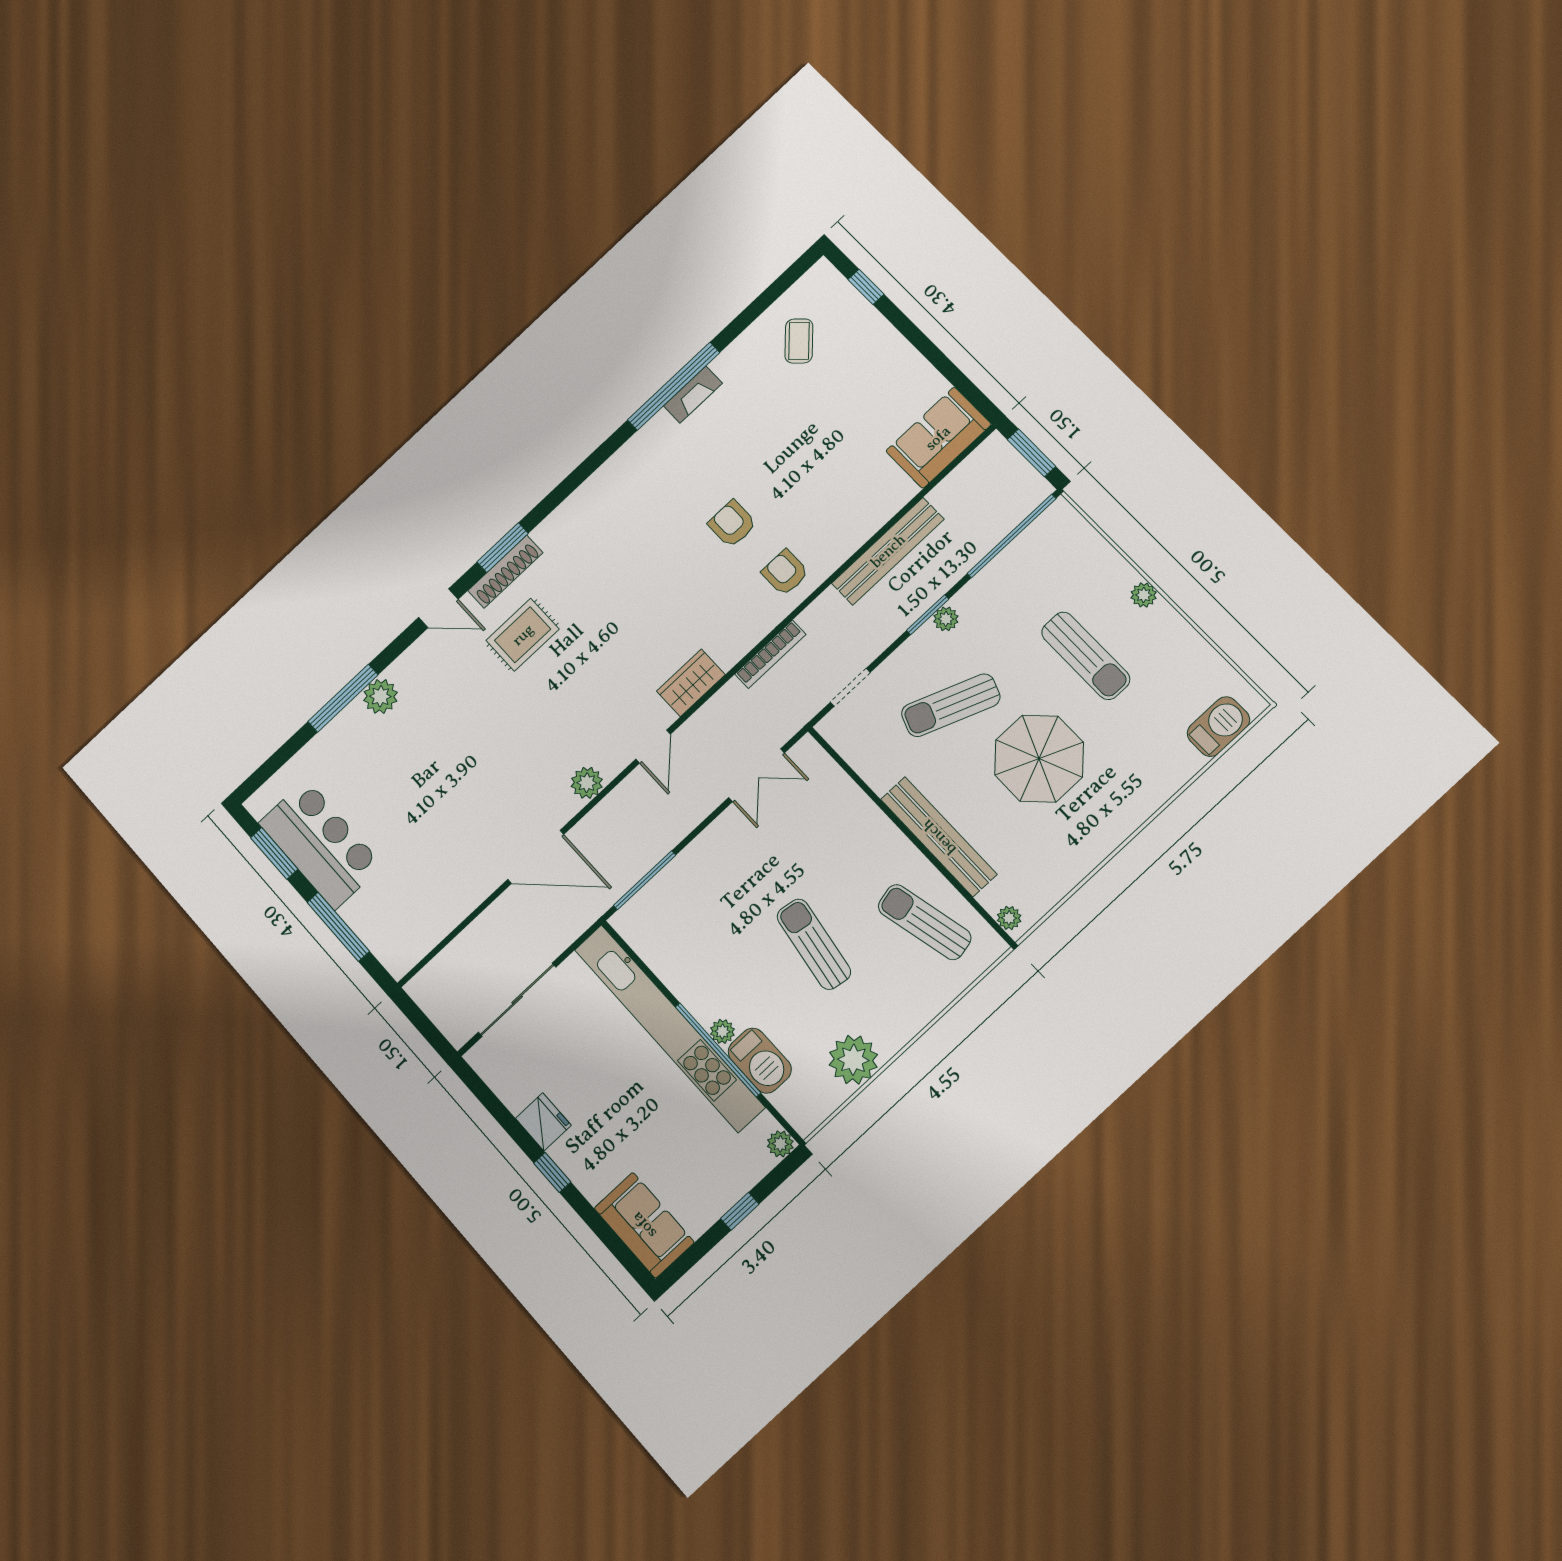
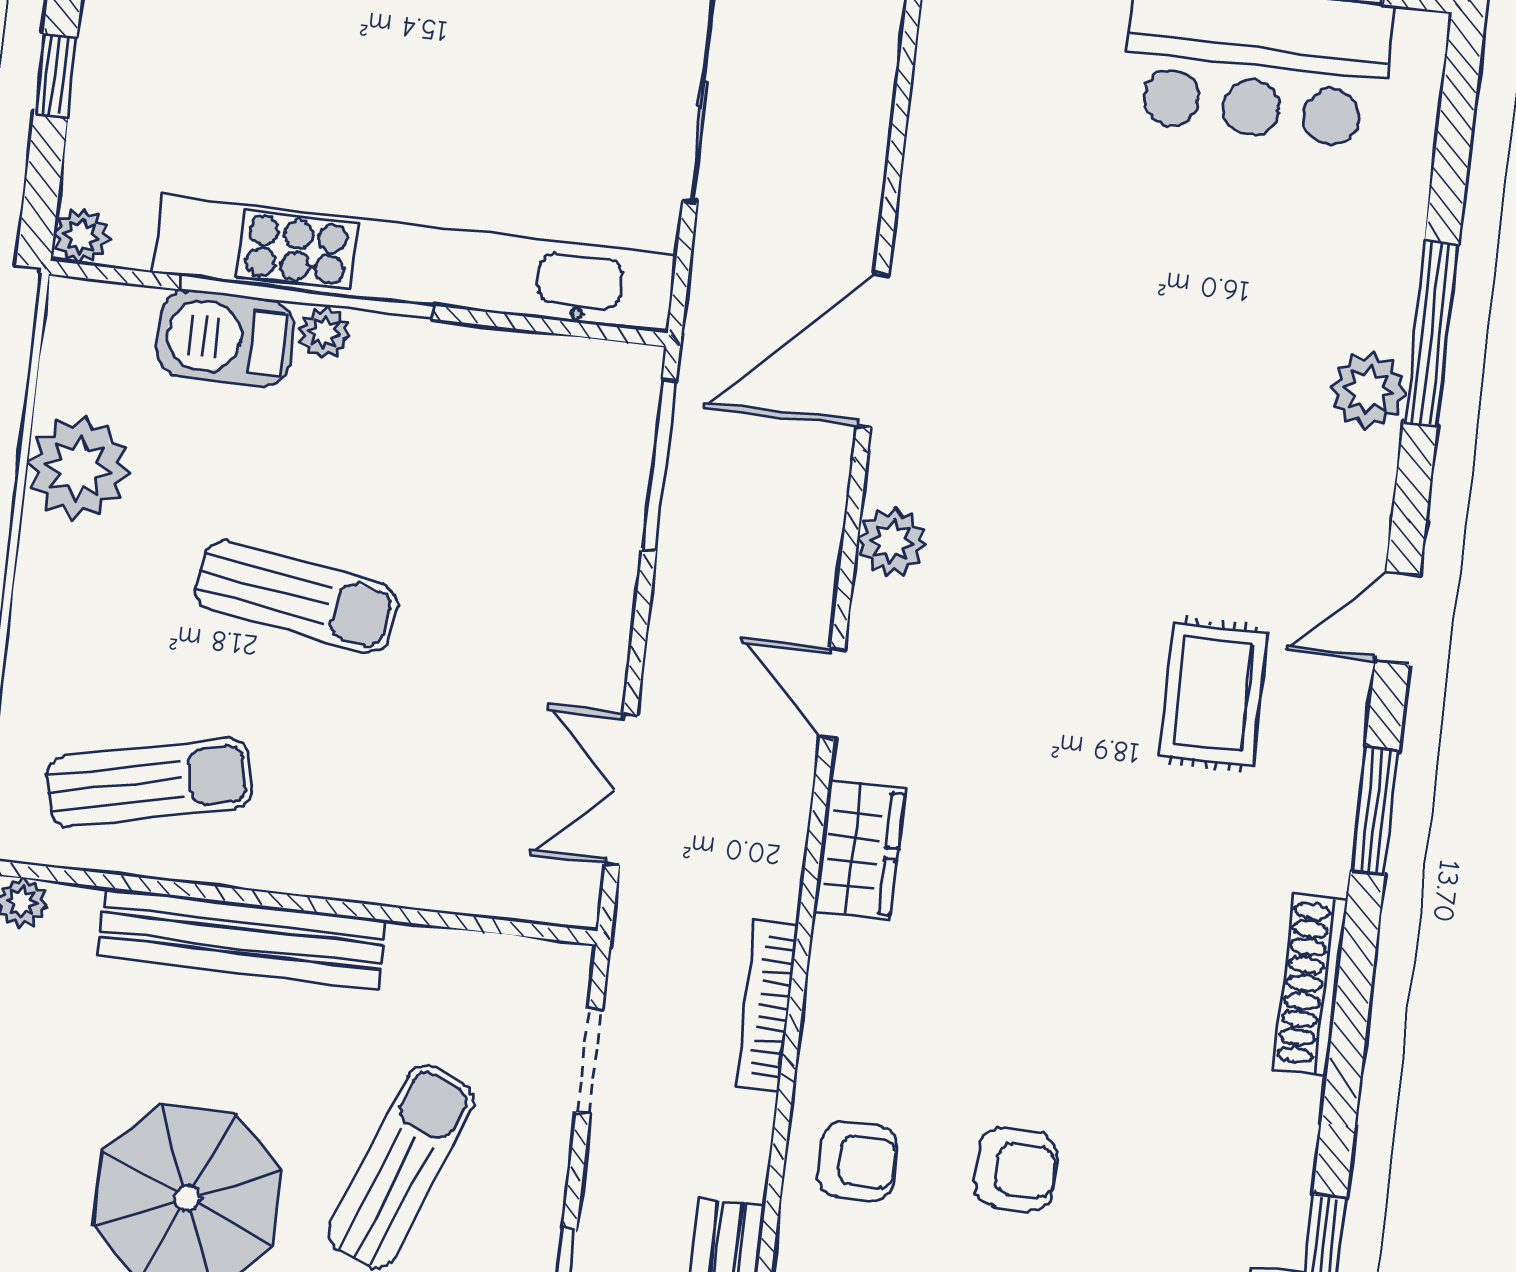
shoe rack: (505, 572) -> (1310, 984), moved

